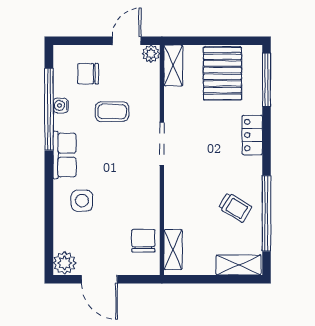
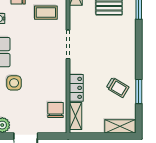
coffee table: (112, 112) -> (46, 13), moved
locker: (252, 135) -> (76, 88), moved, turned 180
window: (266, 213) -> (139, 92), width x0.47

